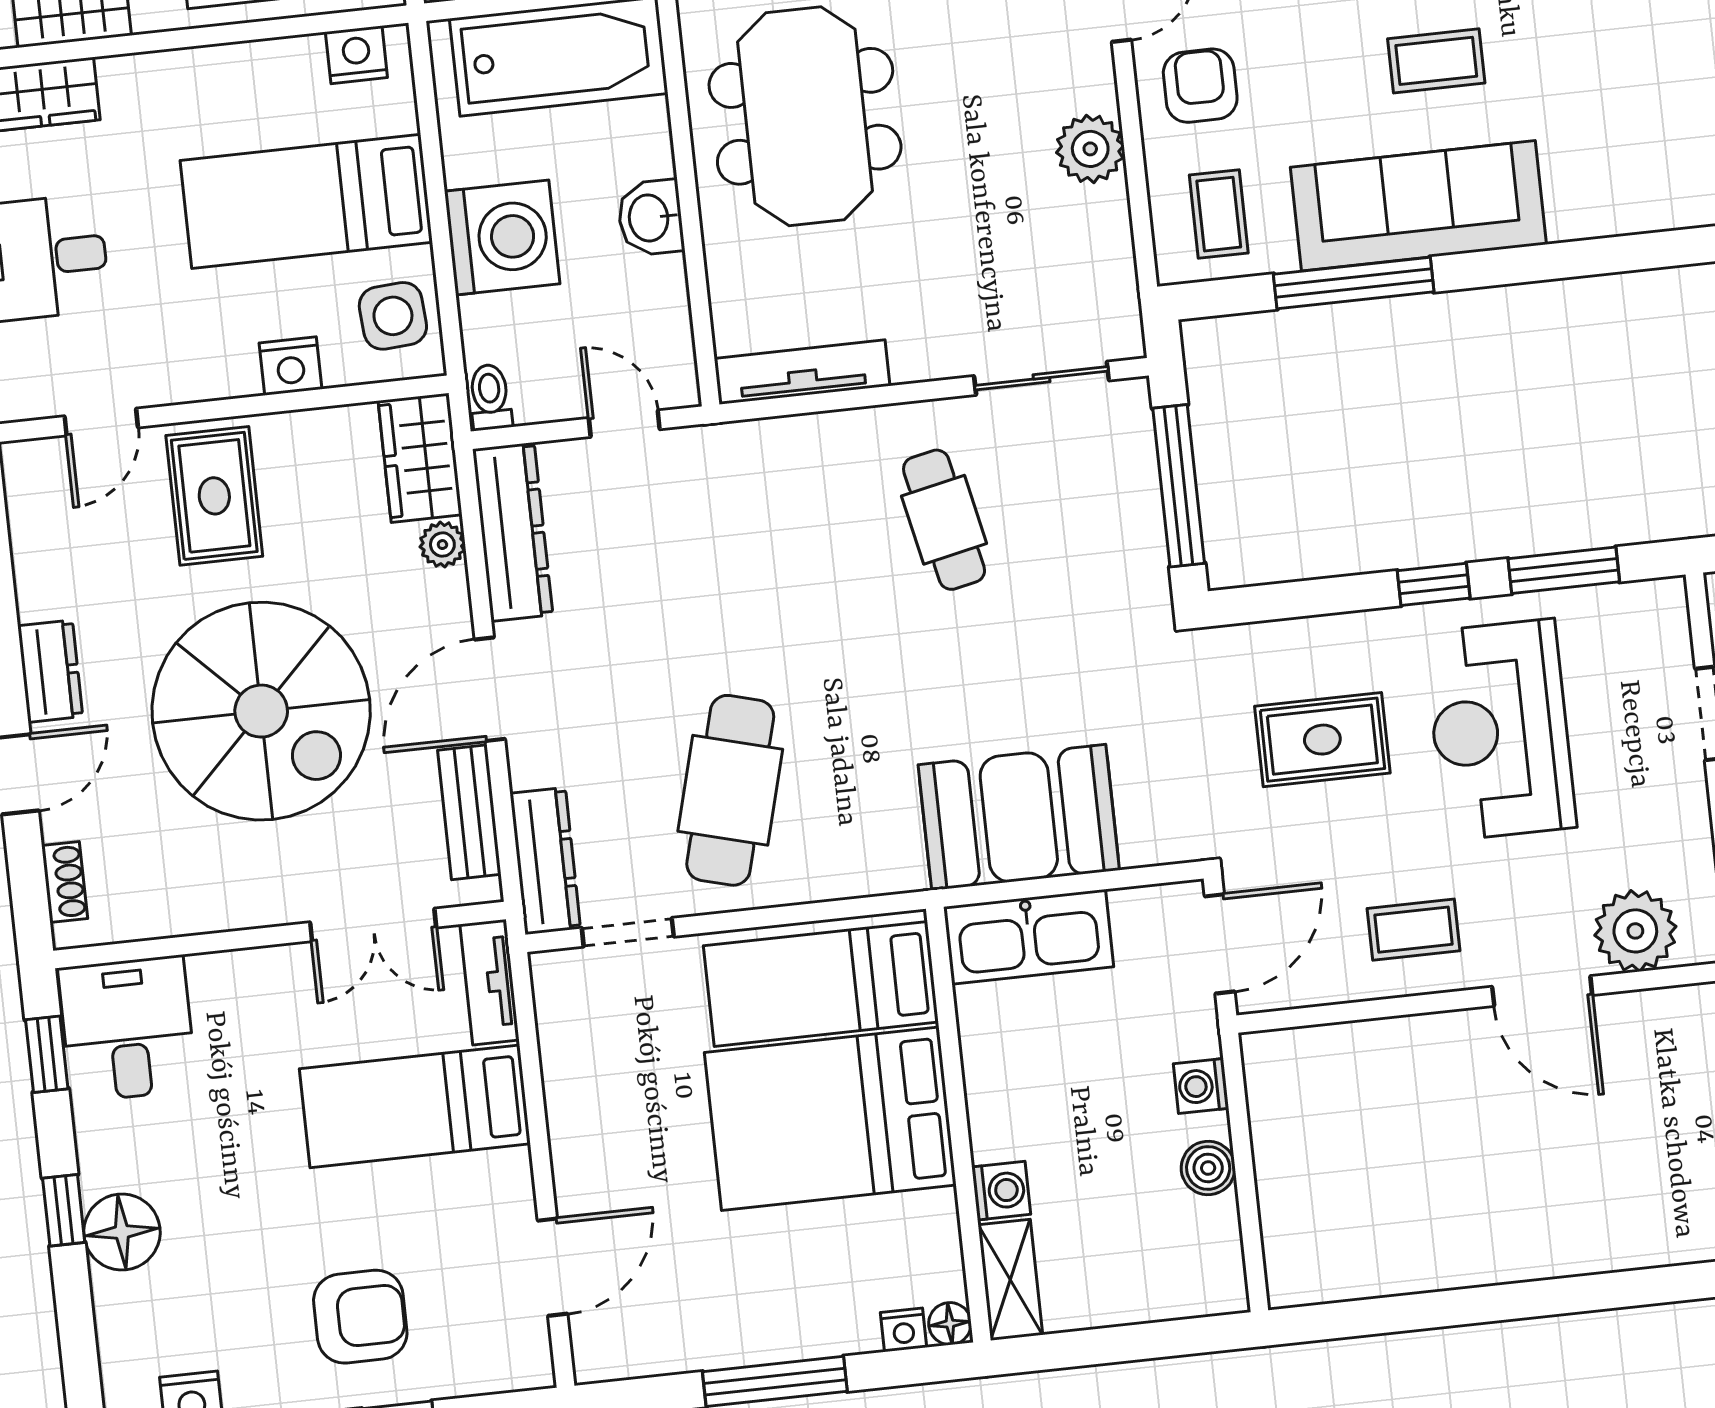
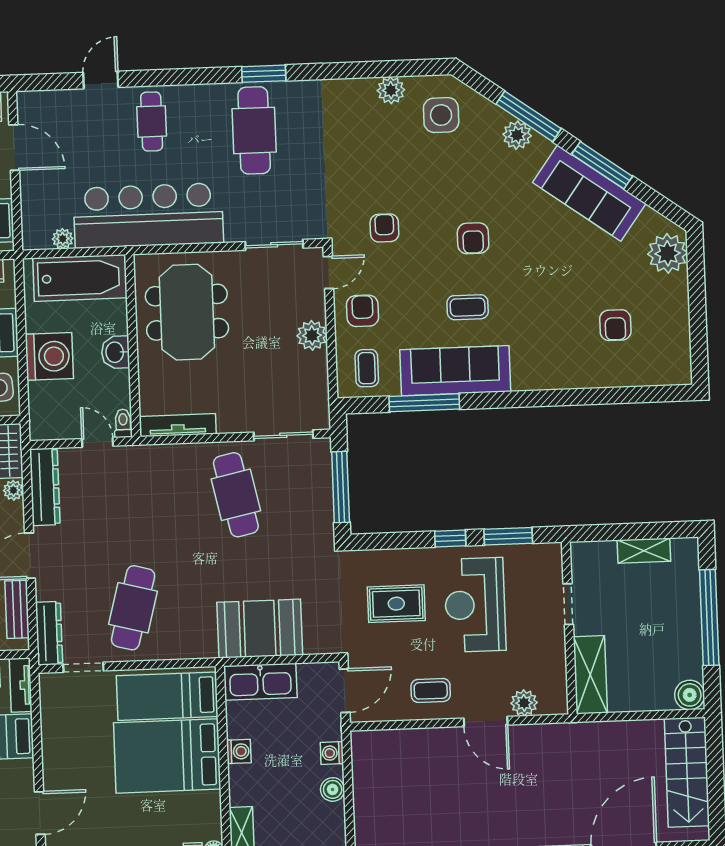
toilet: (490, 397) -> (123, 423), moved
cafe table: (944, 520) -> (236, 495), width x1.37, depth x1.35
plant: (1635, 931) -> (524, 703), width x0.73, depth x0.73
washing machine: (1001, 1191) -> (239, 751), moved

